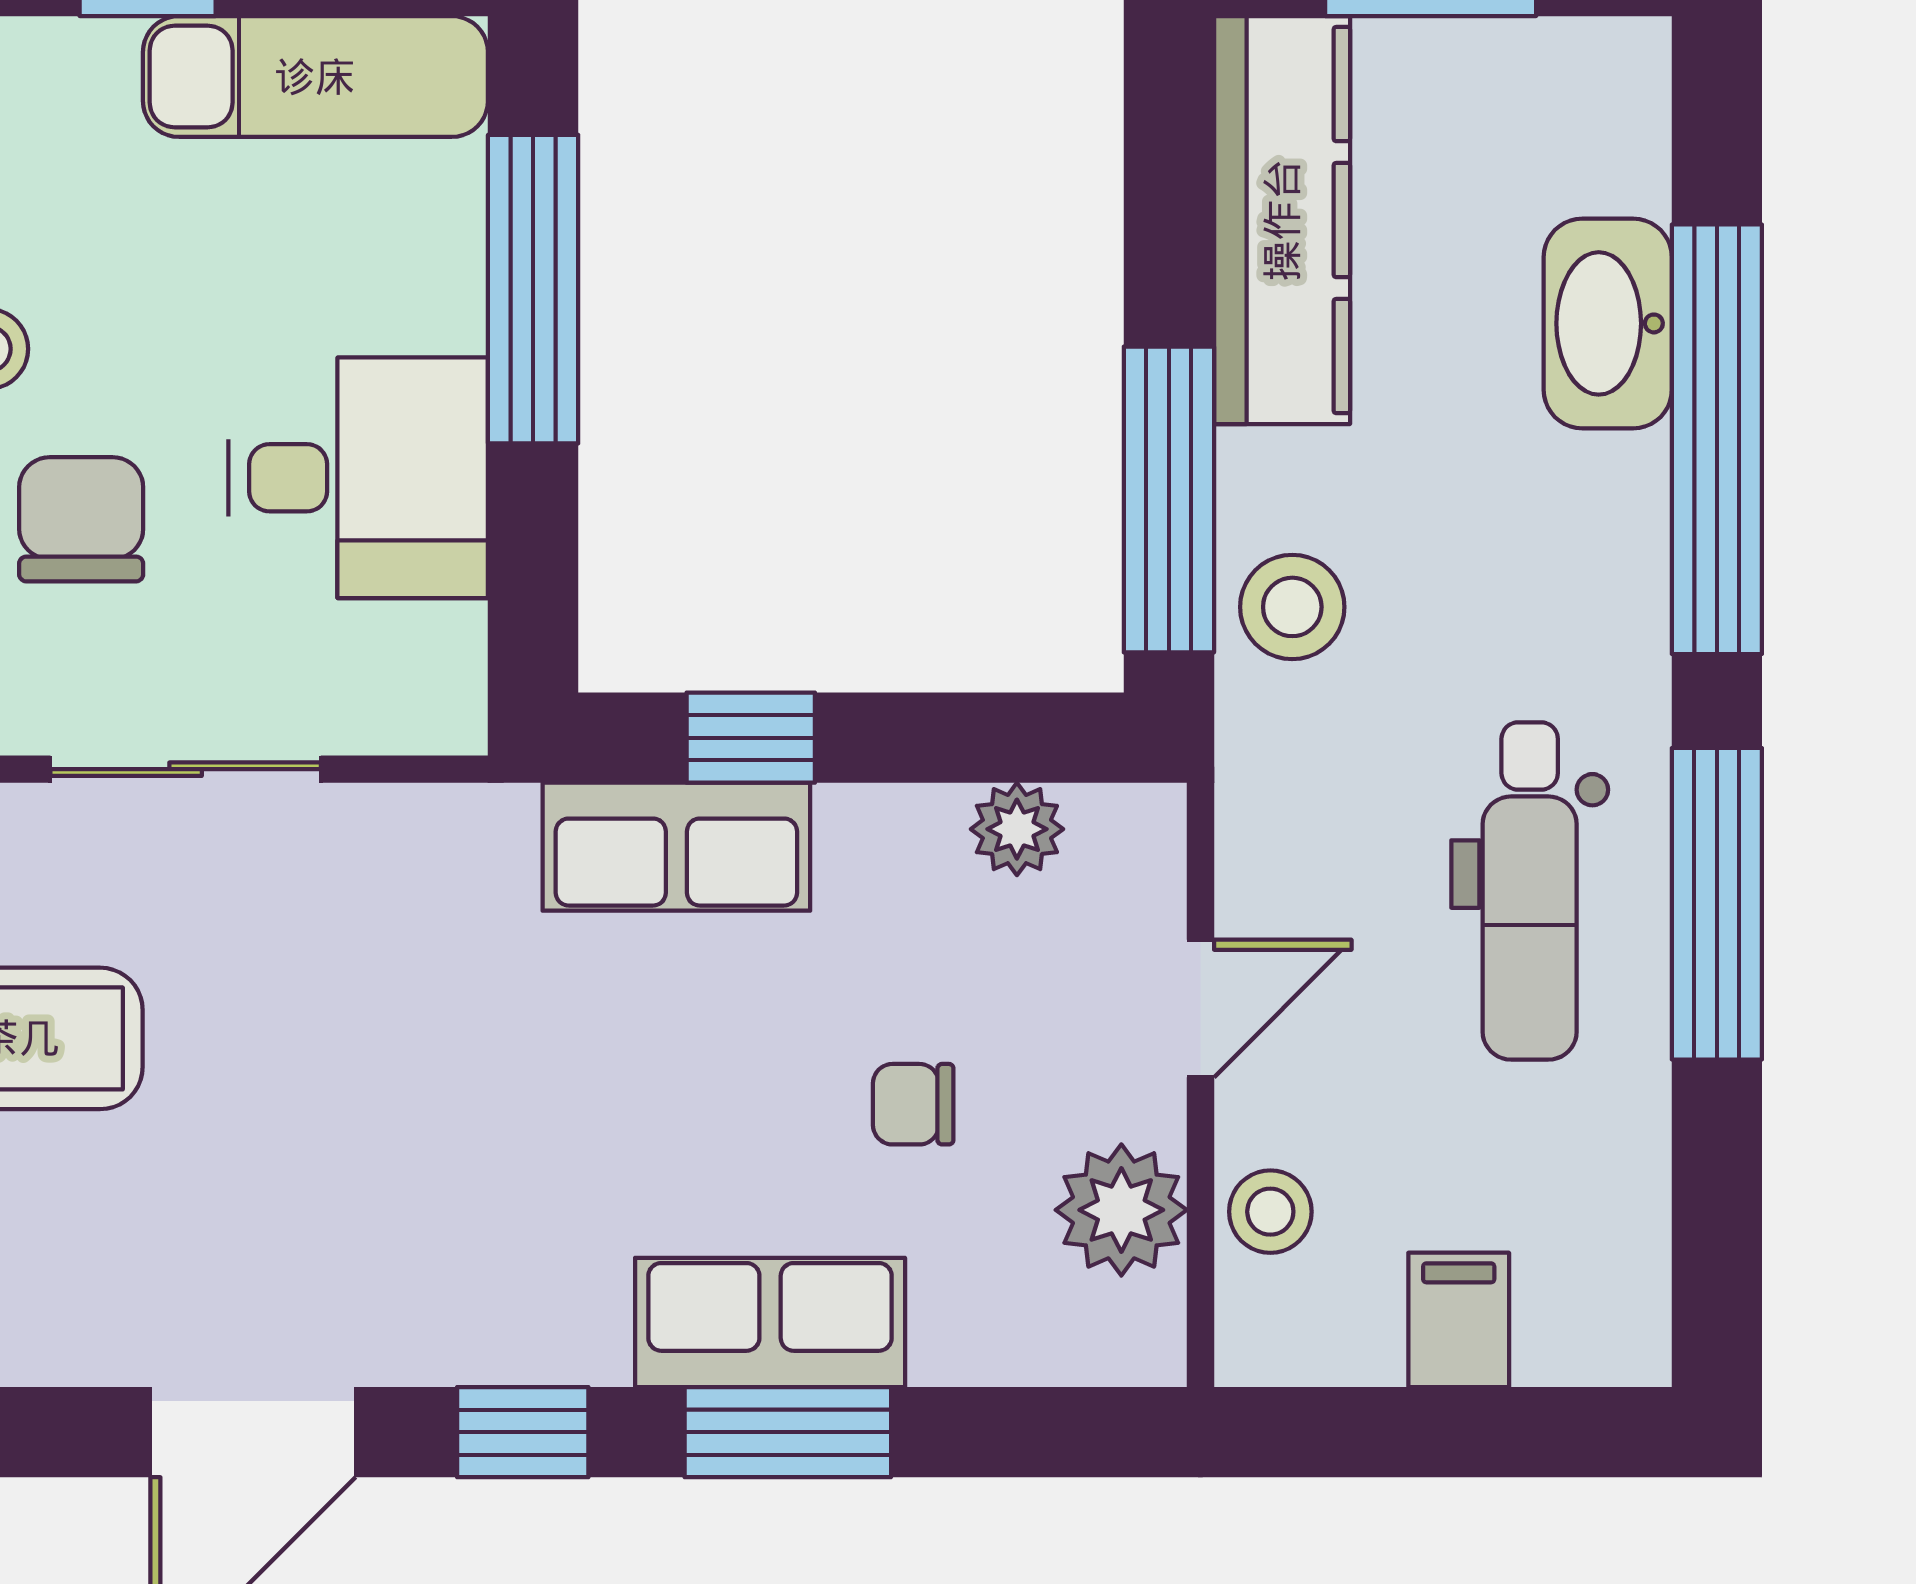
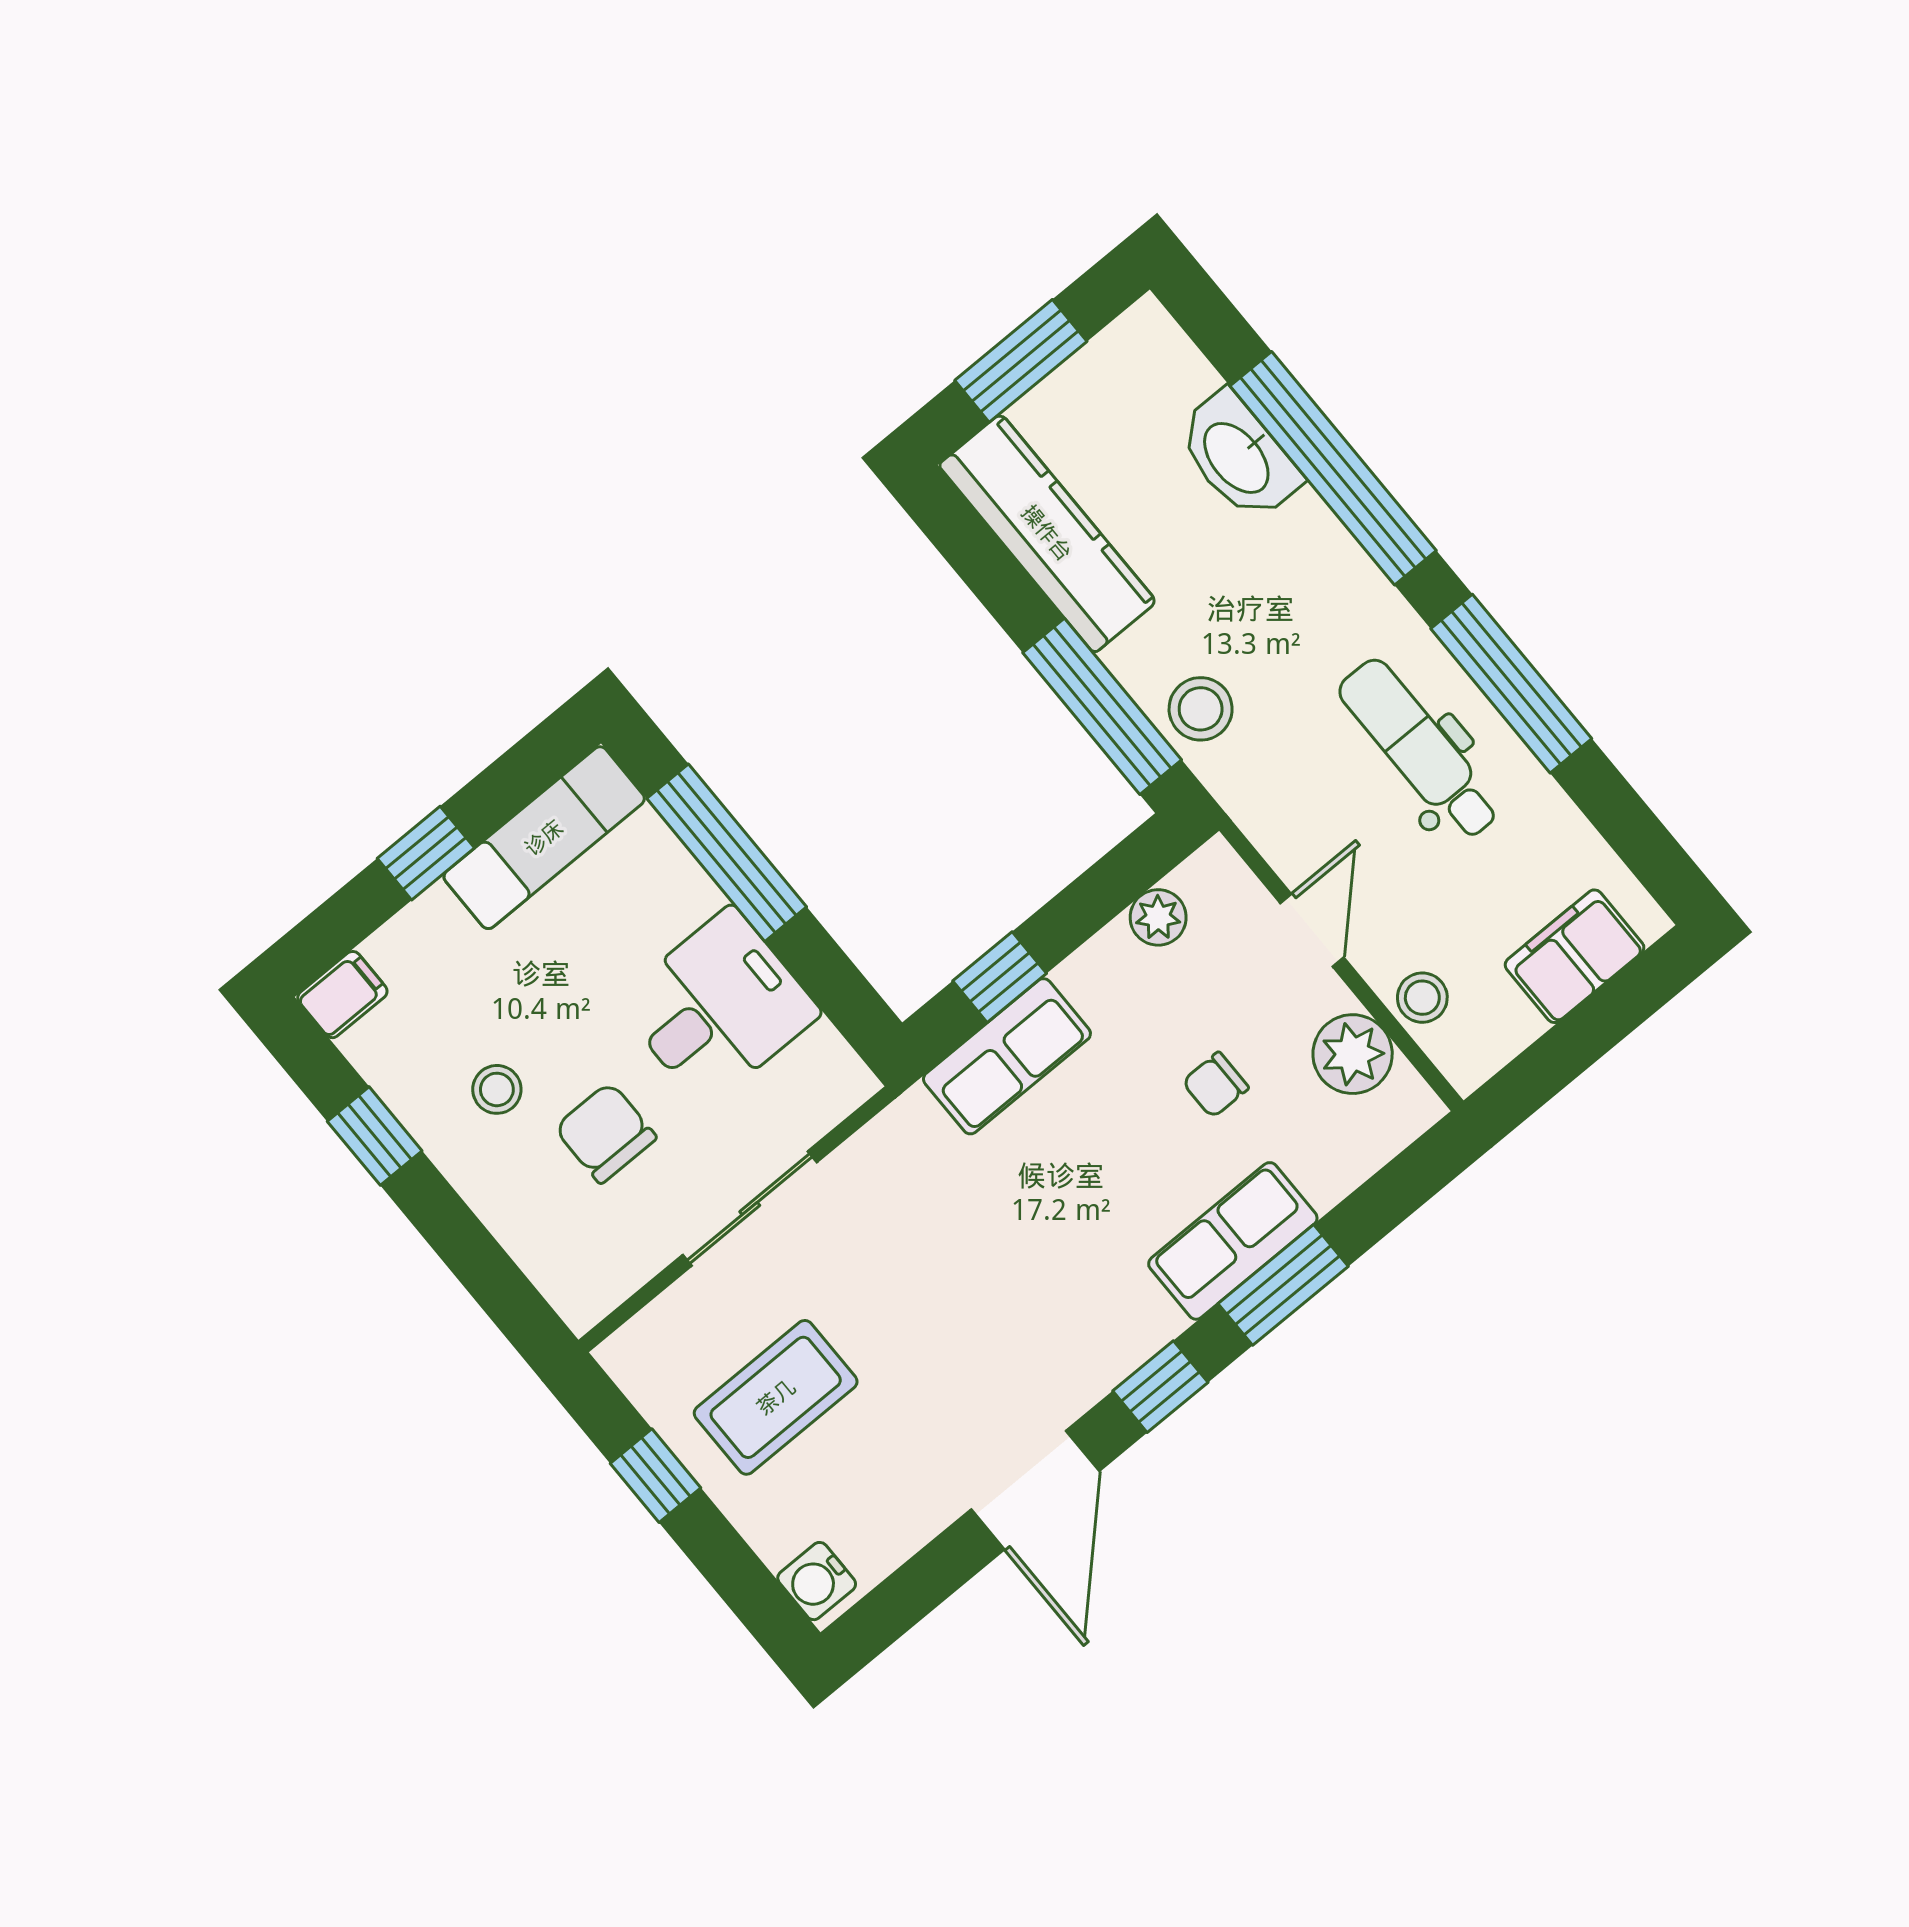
dental chair: (1530, 891) -> (1420, 749), turned 180
filing cabinet: (1459, 1320) -> (1575, 956), width x2.00

